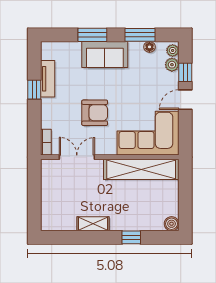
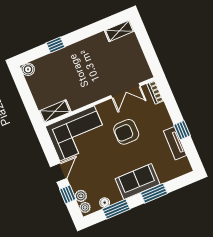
shelving: (141, 169) -> (55, 111), width x0.45, depth x0.75
shelving: (93, 224) -> (119, 31), moved

